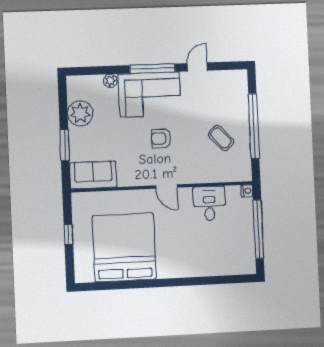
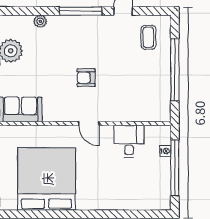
corner sofa: (150, 94) -> (77, 36), removed
coffee table: (221, 138) -> (148, 37), moved, turned 43
nightstand: (247, 191) -> (165, 151), moved

